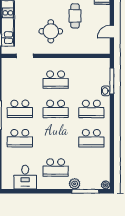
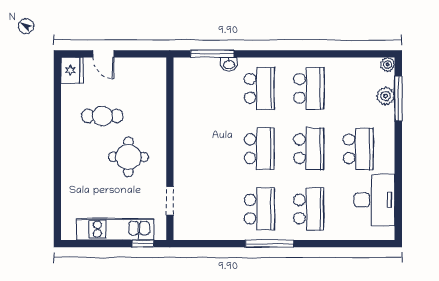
door: (112, 32) -> (104, 54), moved
school desk: (56, 80) -> (309, 149), moved
desk: (25, 177) -> (374, 200), width x1.37
plant: (75, 184) -> (386, 96), moved

